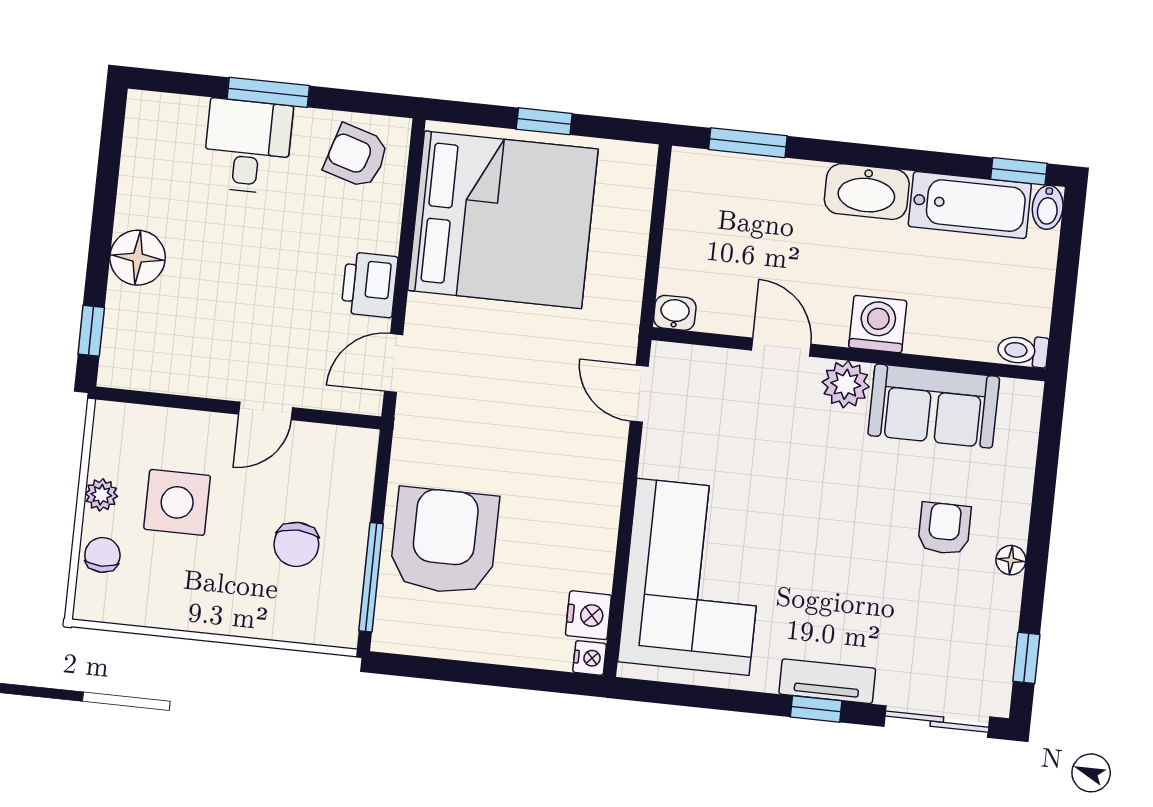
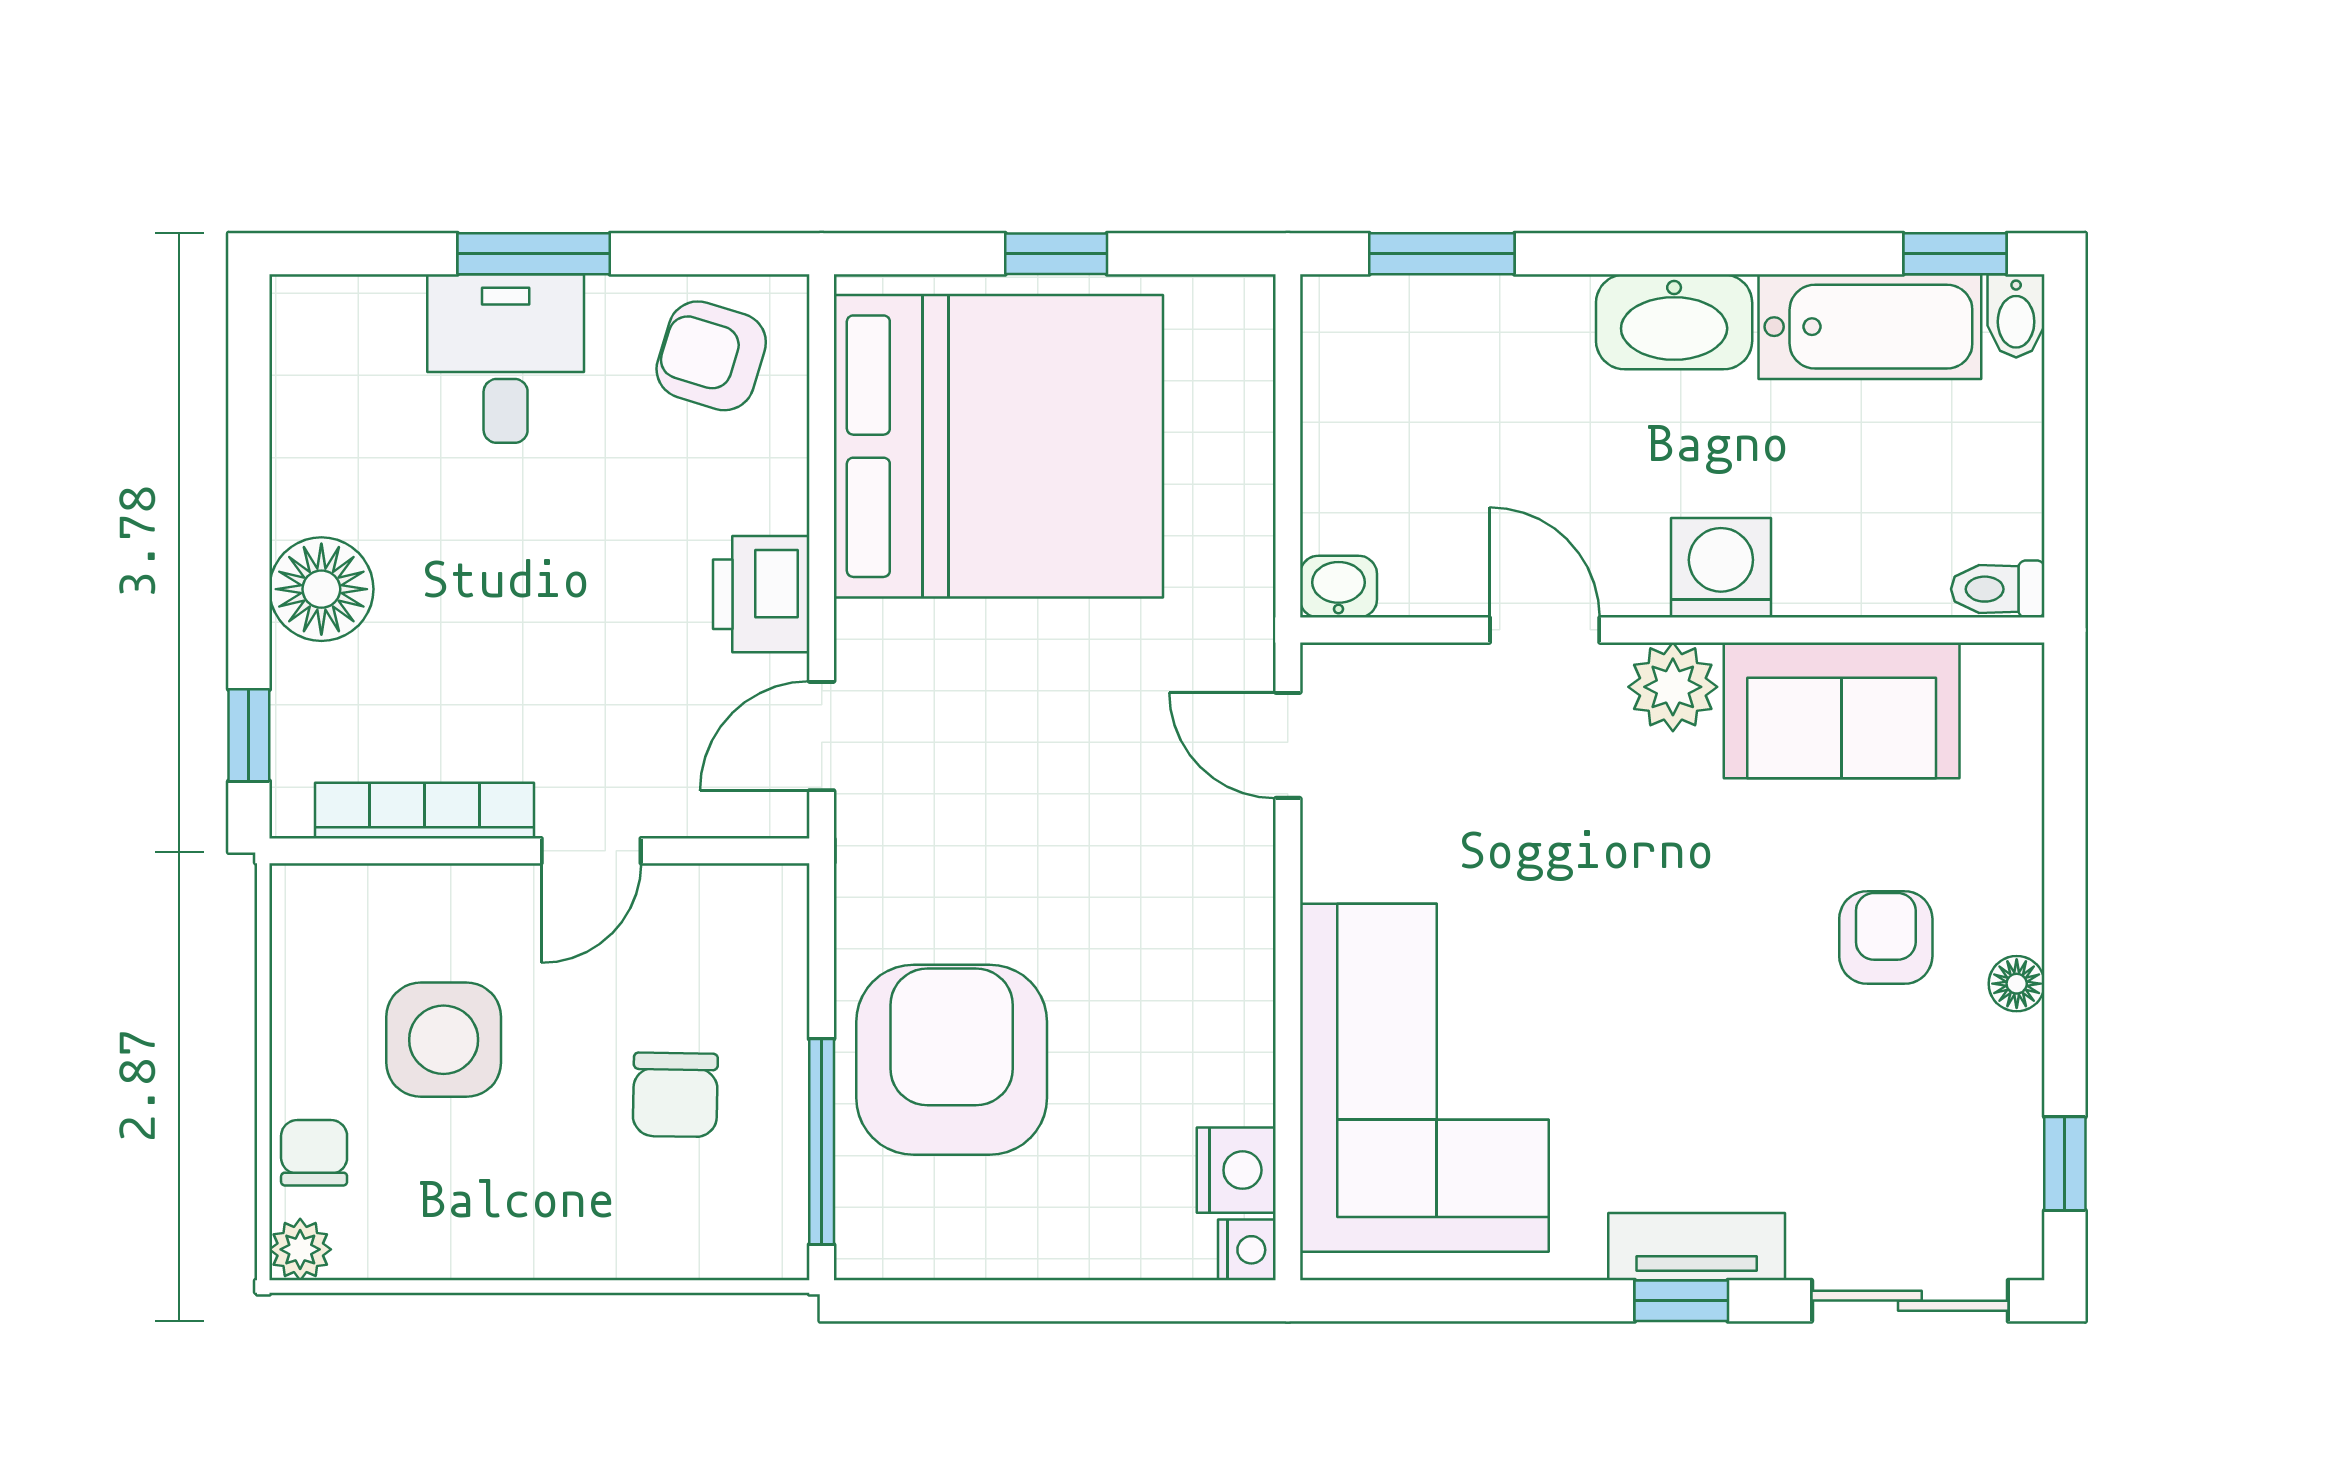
bookcase: (180, 380) -> (425, 811), added
plant: (101, 495) -> (300, 1249), moved

